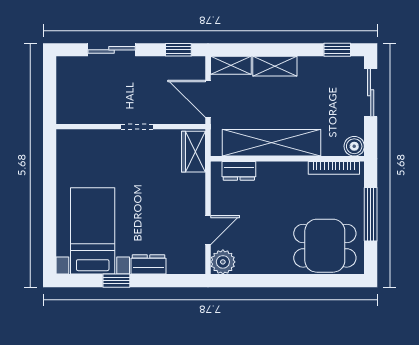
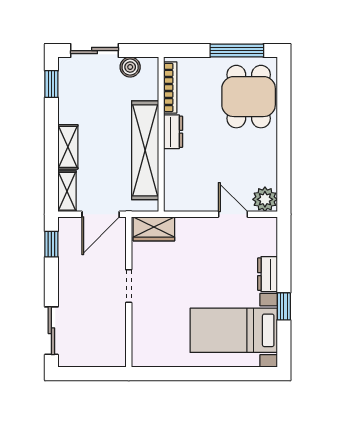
sliding door: (112, 50) -> (51, 331), moved
boiler: (354, 146) -> (130, 67), moved
dresser: (239, 171) -> (173, 132), moved
window: (371, 214) -> (237, 51), moved

